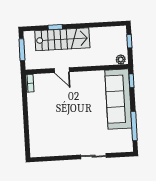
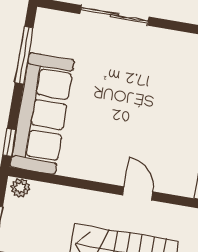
sliding door: (94, 156) -> (115, 15), width x1.37

